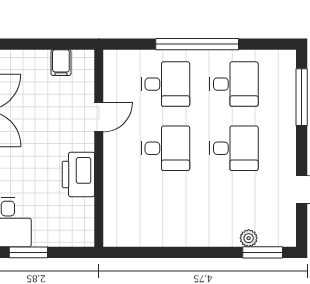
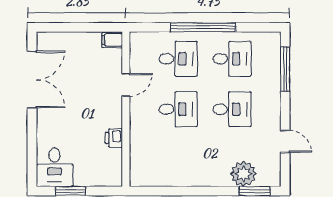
filing cabinet: (61, 63) -> (112, 40), moved, turned 90
printer: (78, 174) -> (114, 138), width x0.53, depth x0.68
plant: (249, 238) -> (243, 174), width x1.87, depth x1.87

